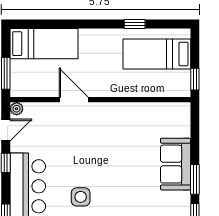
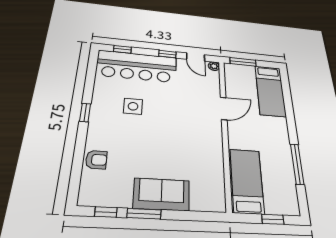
window: (135, 24) -> (297, 164), width x2.17
bed: (157, 54) -> (247, 181), moved
window: (195, 79) -> (273, 219), moved

